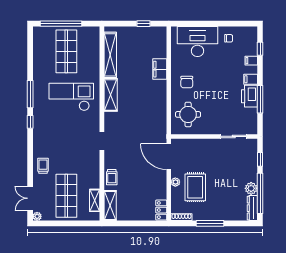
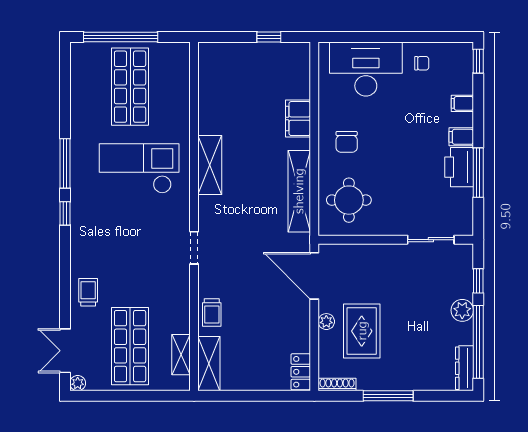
window: (260, 49) -> (478, 61), moved
shelving: (110, 55) -> (299, 191), moved
plant: (251, 188) -> (462, 310), moved

